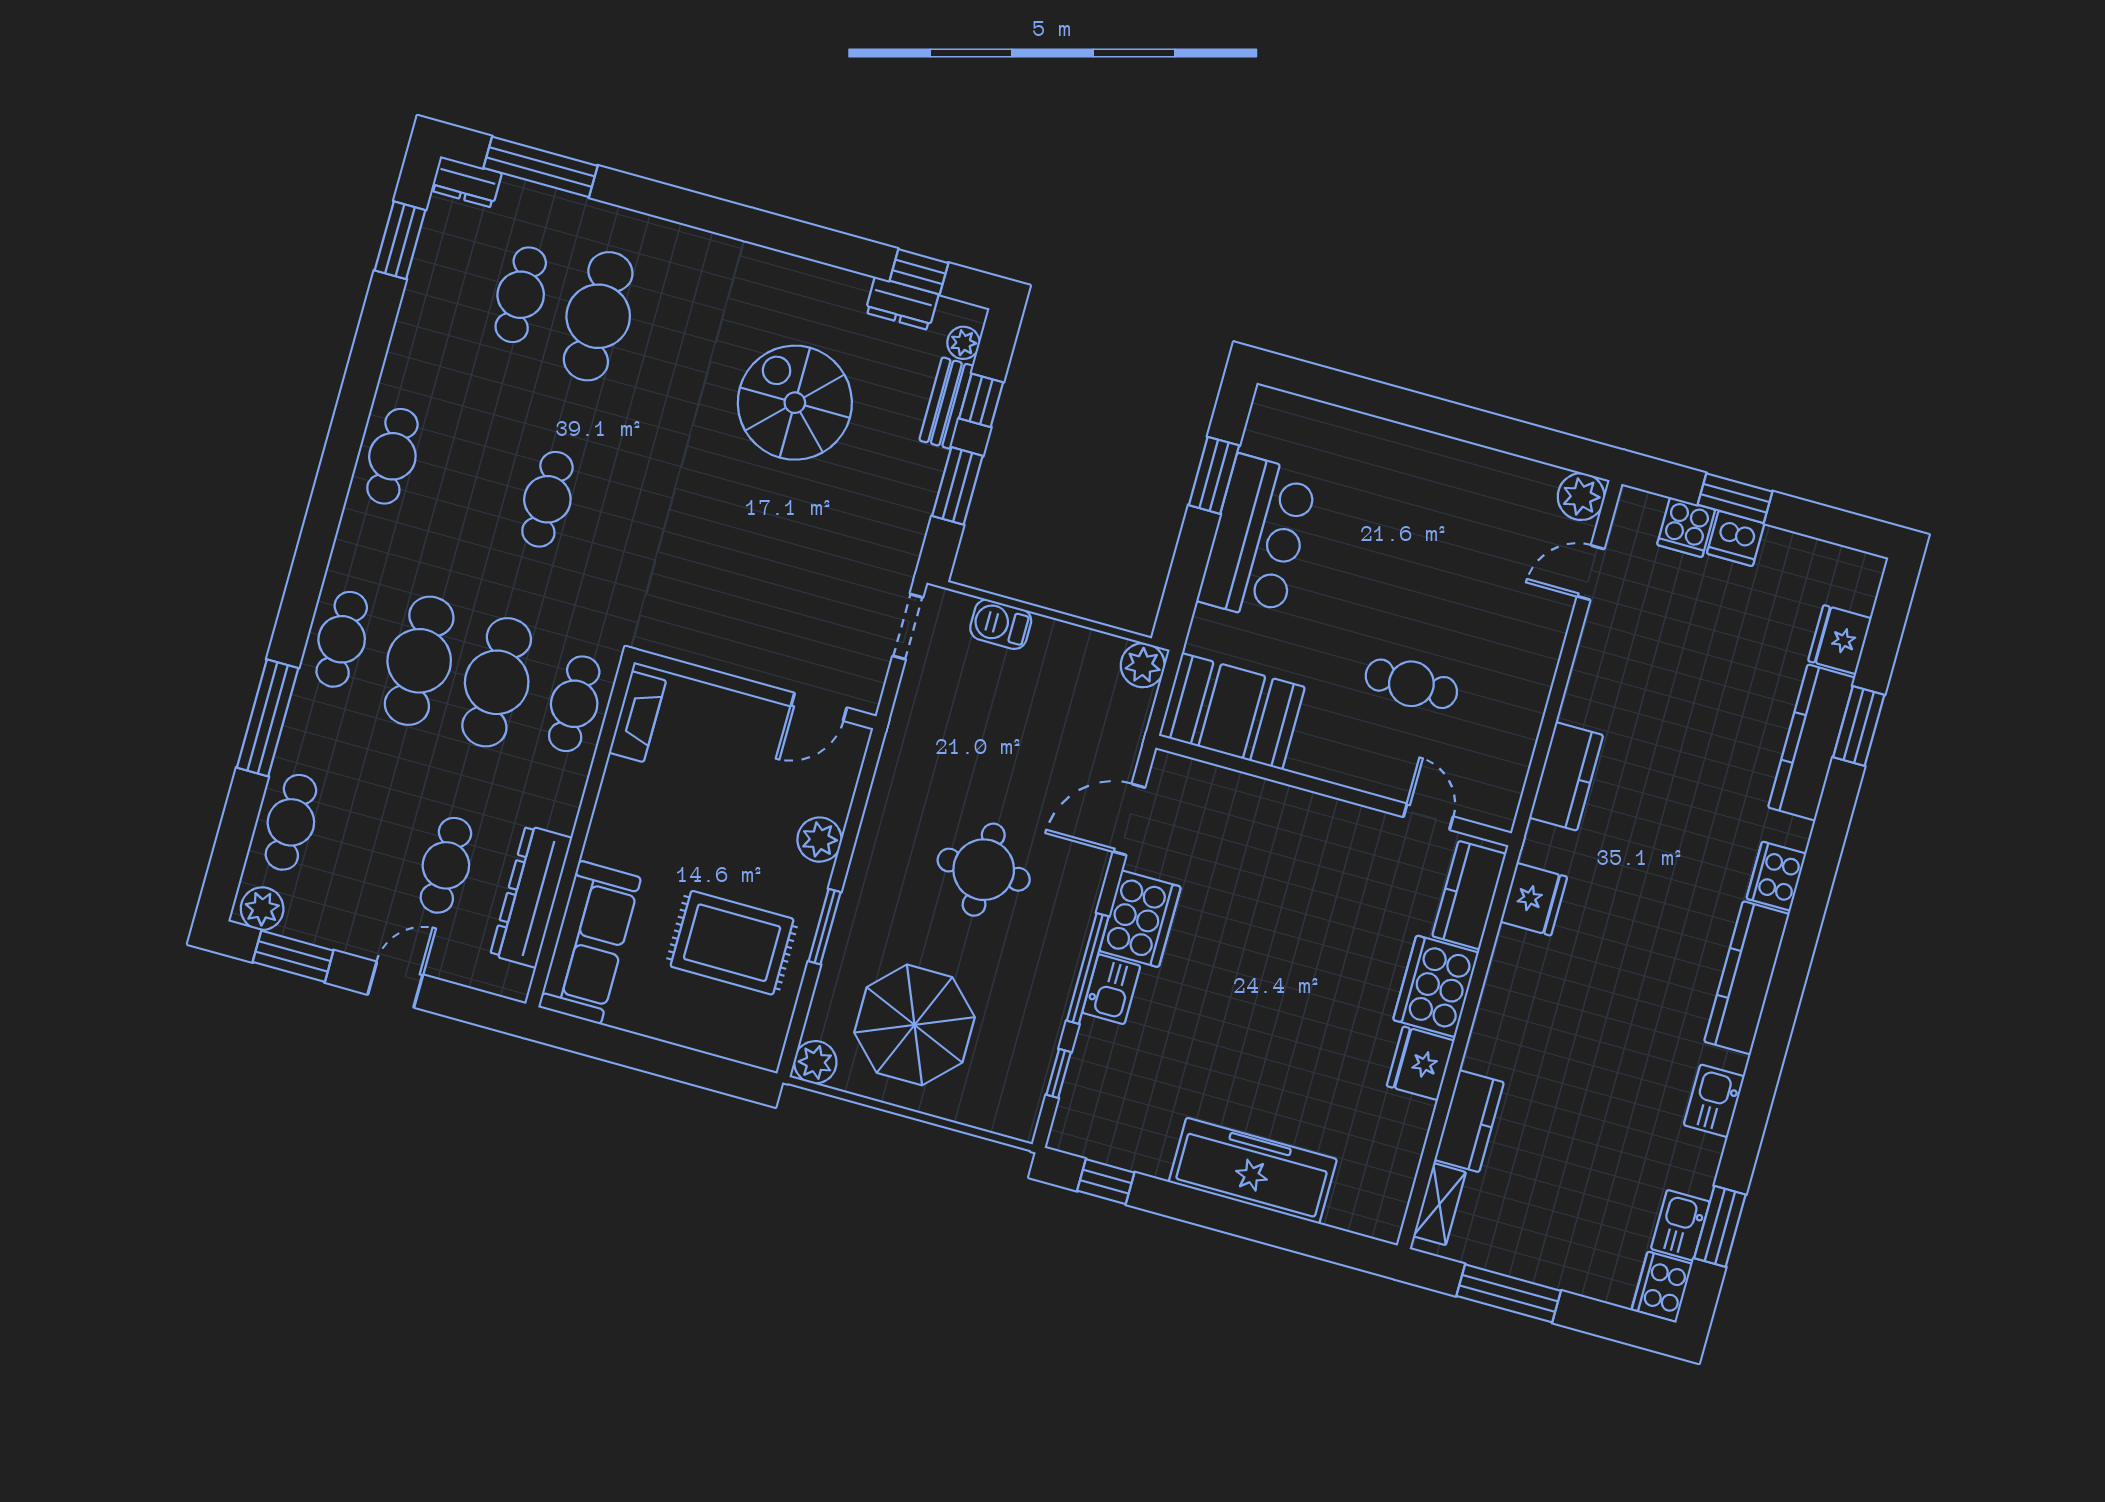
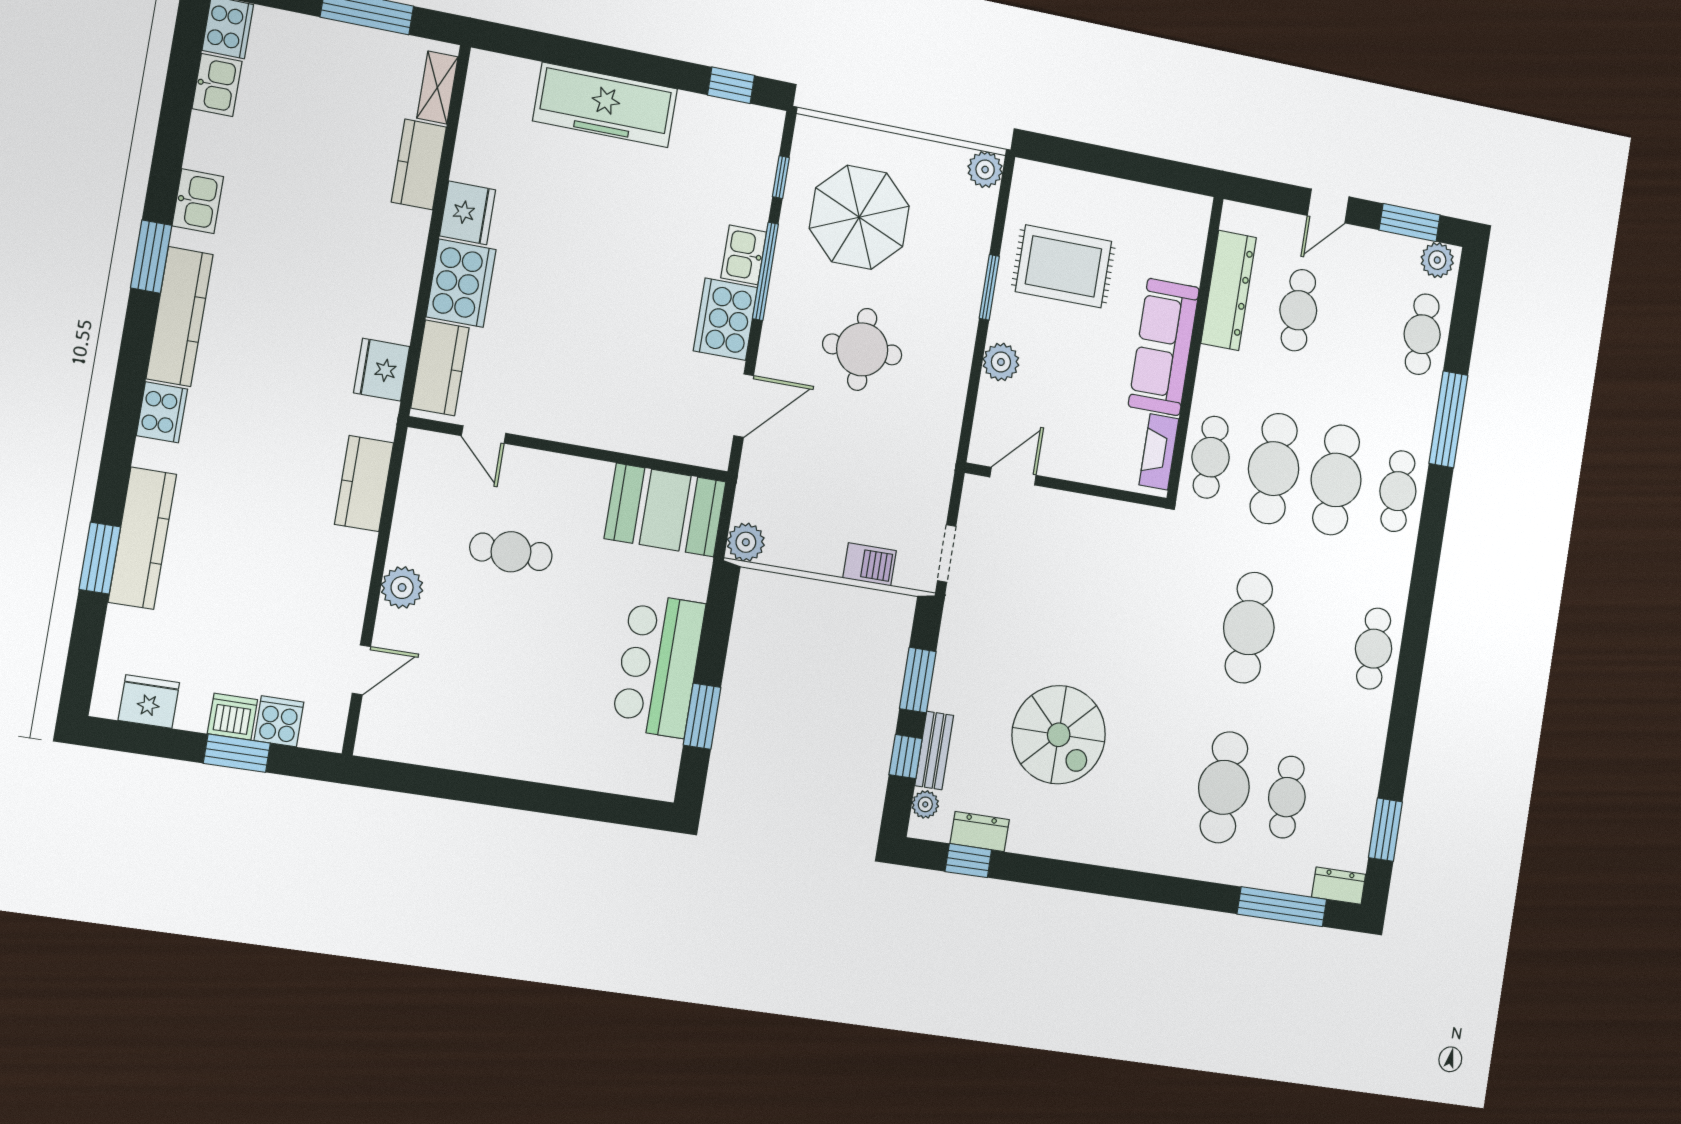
plant: (1581, 497) -> (402, 587), moved
cafe table: (547, 499) -> (1249, 628), width x1.37, depth x1.35
fridge: (1840, 640) -> (149, 702), moved, turned -90
sofa: (590, 942) -> (1164, 347), moved
parasol: (914, 1025) -> (859, 217), moved
window: (1720, 1226) -> (151, 257), moved

